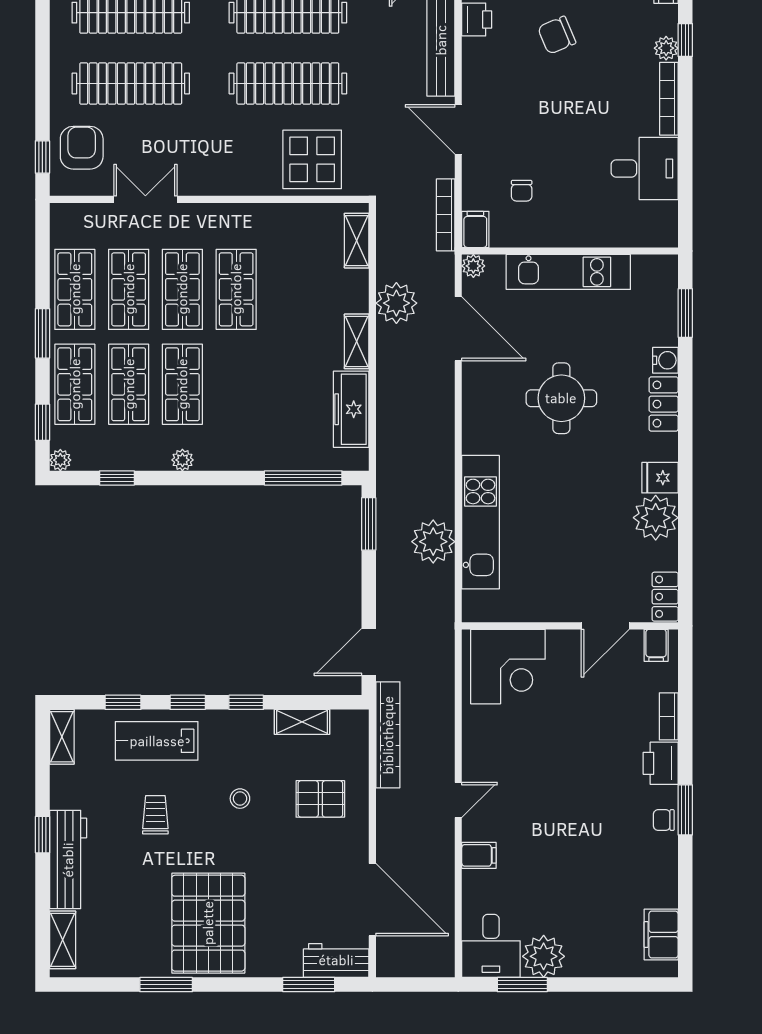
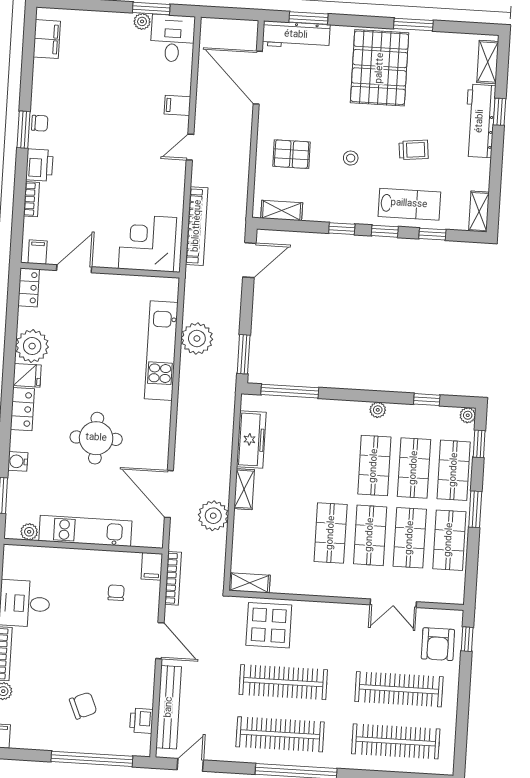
shelving: (357, 241) -> (250, 583), moved, turned 90
plant: (473, 266) -> (29, 532), moved
locker: (664, 404) -> (22, 409), moved
shelving: (302, 722) -> (282, 210), moved
bookcase: (388, 735) -> (197, 226), moved, turned 180
trolley: (155, 815) -> (414, 150), turned -96
window: (42, 835) -> (499, 112), moved
plant: (544, 956) -> (142, 21), width x0.53, depth x0.53
workbench: (336, 960) -> (296, 35), width x1.38

